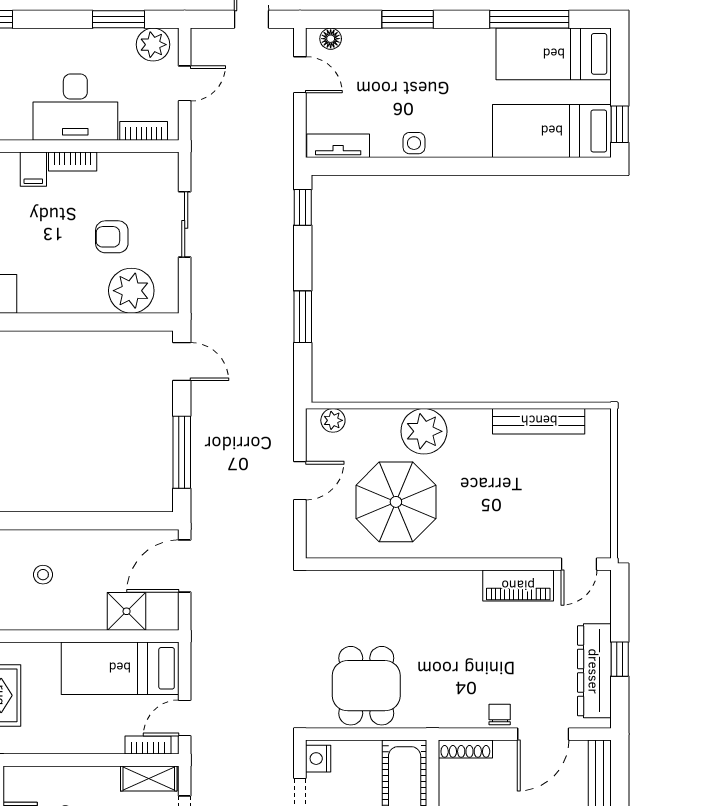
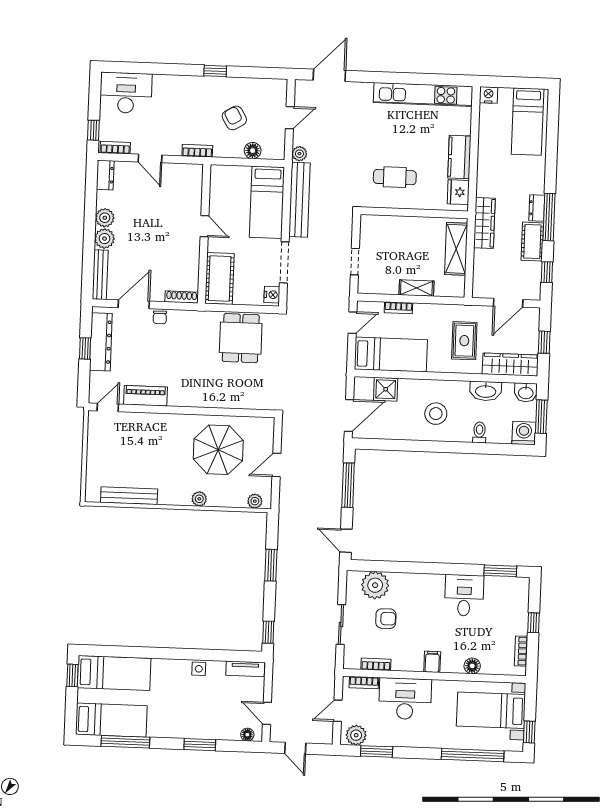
bookcase: (73, 161) -> (376, 664), moved
plant: (424, 431) -> (199, 499), width x0.53, depth x0.53
stool: (43, 575) -> (436, 414), width x1.89, depth x1.89
bookcase: (148, 745) -> (398, 308), moved
shelving: (149, 778) -> (416, 288), moved

